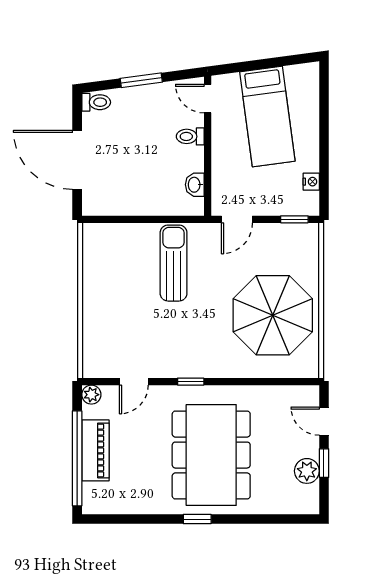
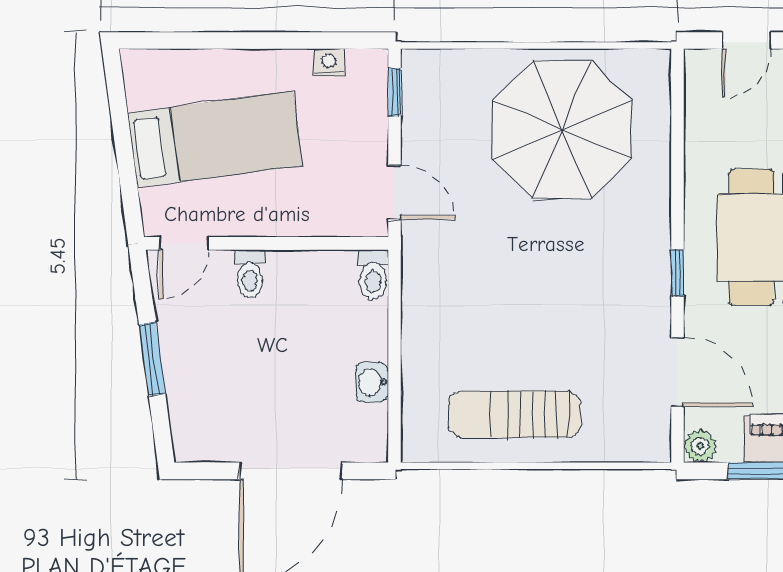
toilet: (96, 102) -> (373, 275), moved, turned 180
washbasin: (195, 185) -> (372, 382), moved, turned 90
sun lounger: (174, 263) -> (515, 414), moved
door: (134, 382) -> (677, 372), width x1.38

